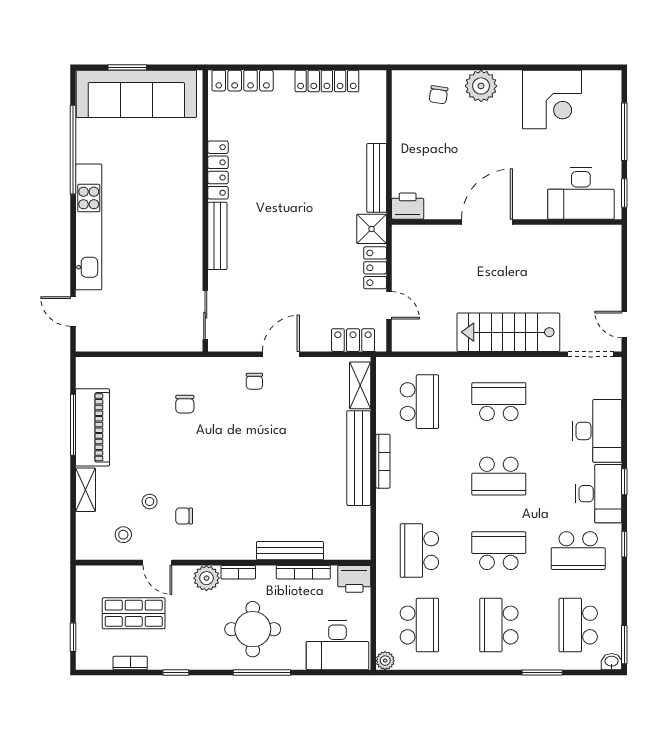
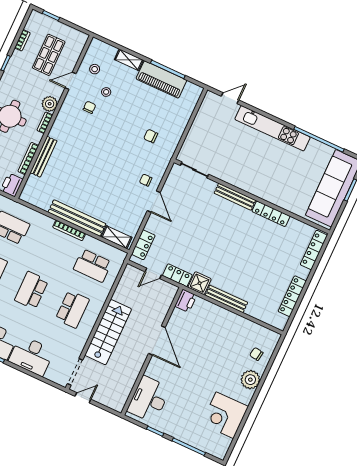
desk: (581, 193) -> (149, 399), moved
printer: (408, 206) -> (186, 301), moved
door: (487, 222) -> (157, 340), moved
wall: (507, 222) -> (152, 351), moved

